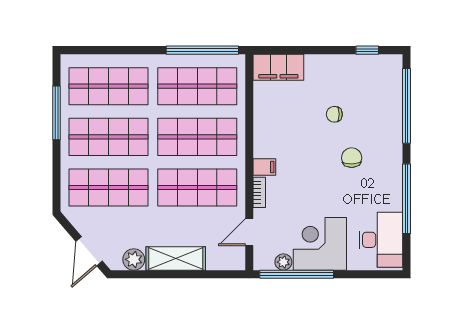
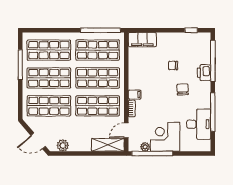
printer: (391, 127) -> (204, 73), added
desk: (381, 240) -> (199, 124), moved
door: (89, 251) -> (38, 141), hinge flipped
shelving: (176, 259) -> (108, 145), moved

